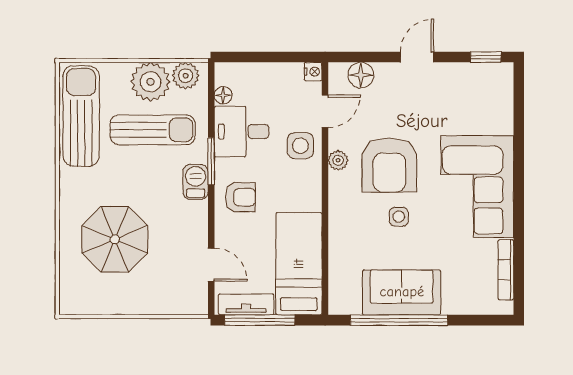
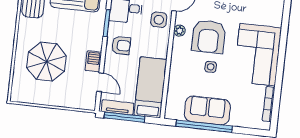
barbecue: (196, 182) -> (93, 61), moved

